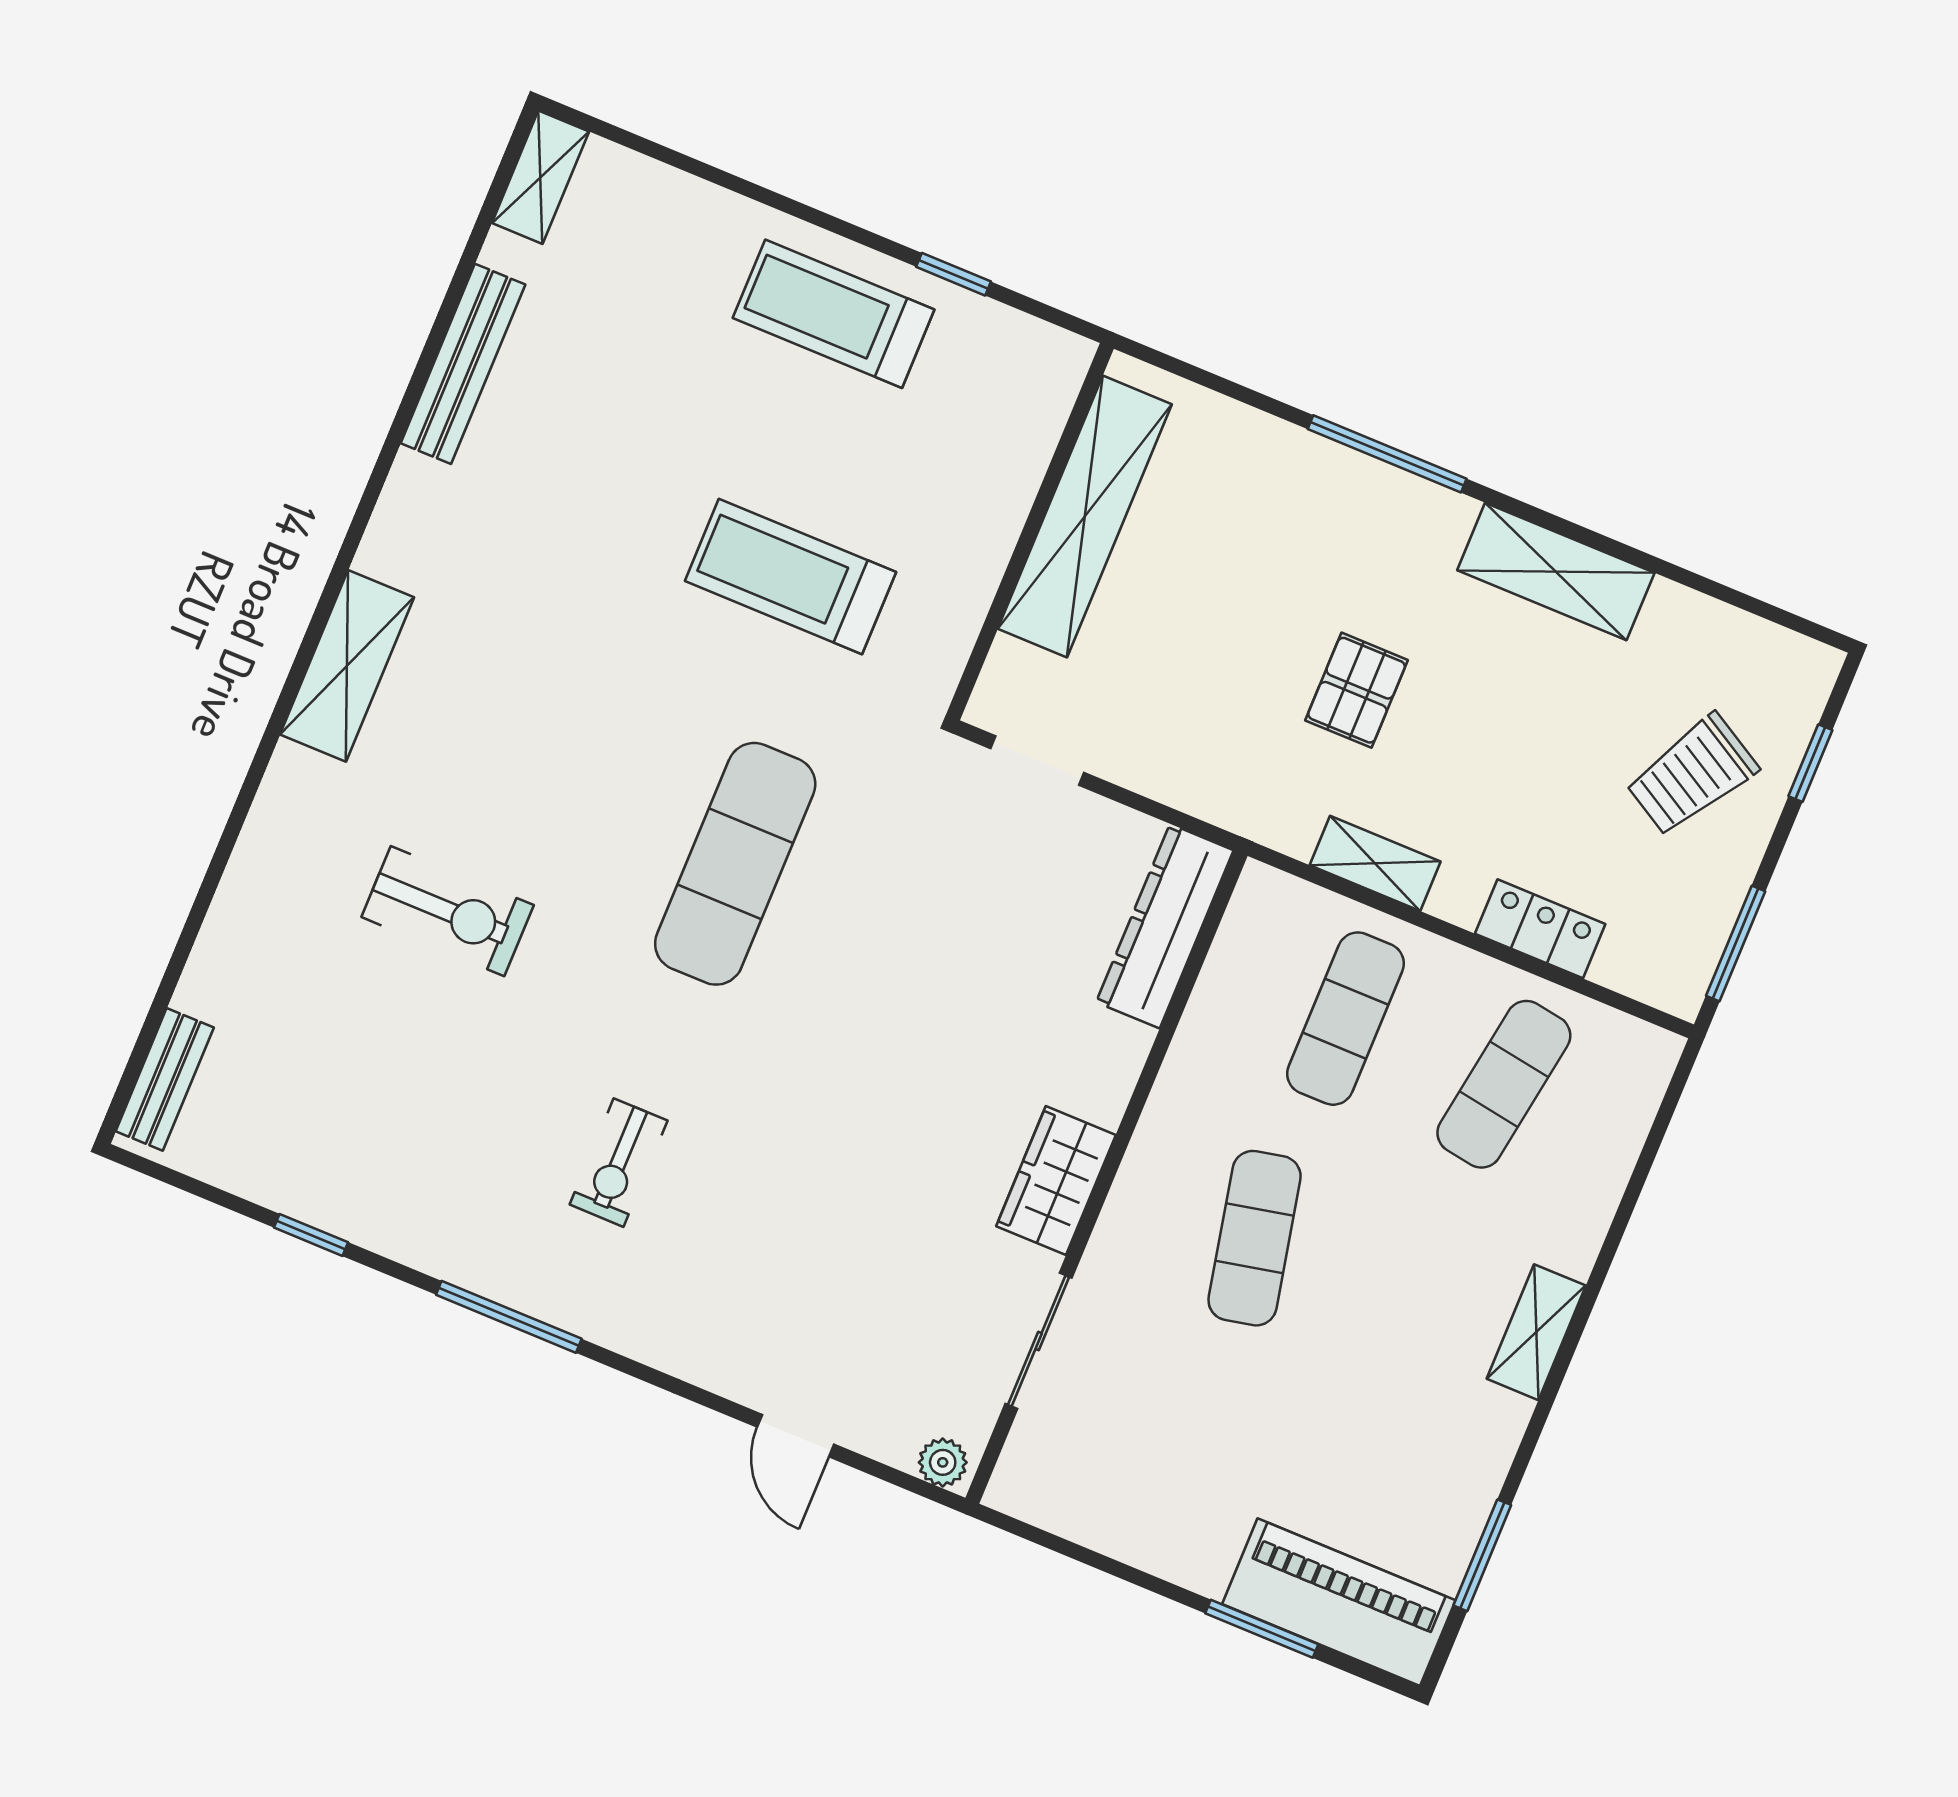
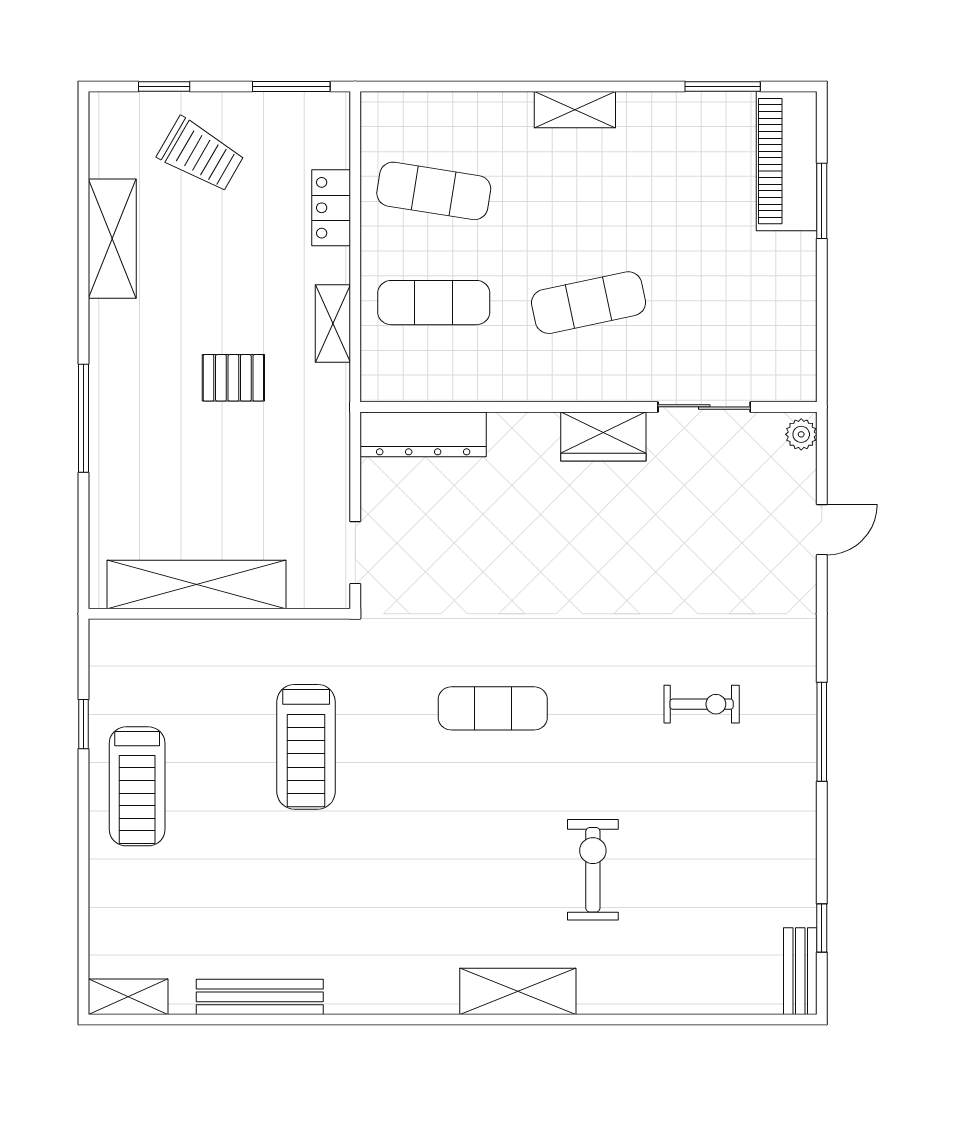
shelving: (1556, 571) -> (112, 239), moved
shelving: (347, 666) -> (518, 991), moved
exercise mat: (735, 864) -> (493, 708), width x0.73, depth x0.69
bench: (165, 1079) -> (800, 971), moved, turned 90
window: (311, 1235) -> (822, 928), moved

